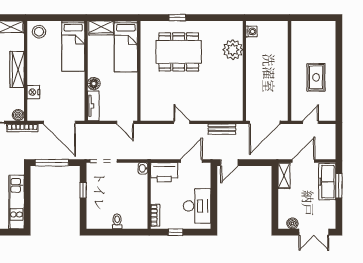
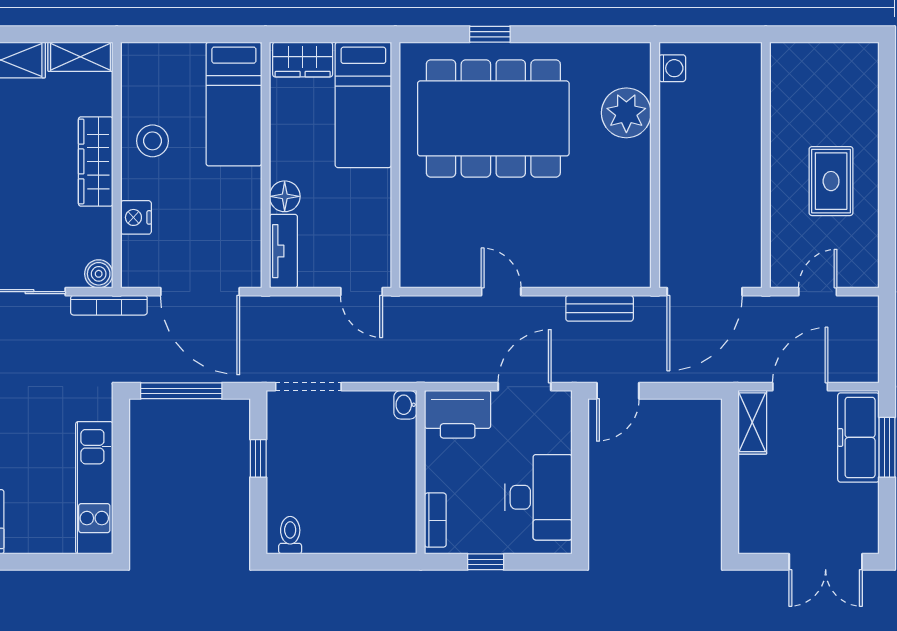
stool: (39, 32) -> (152, 141), moved
dining table: (179, 52) -> (493, 118), width x1.36, depth x1.24
toilet: (117, 221) -> (290, 535), moved
boiler: (292, 223) -> (773, 540), removed

